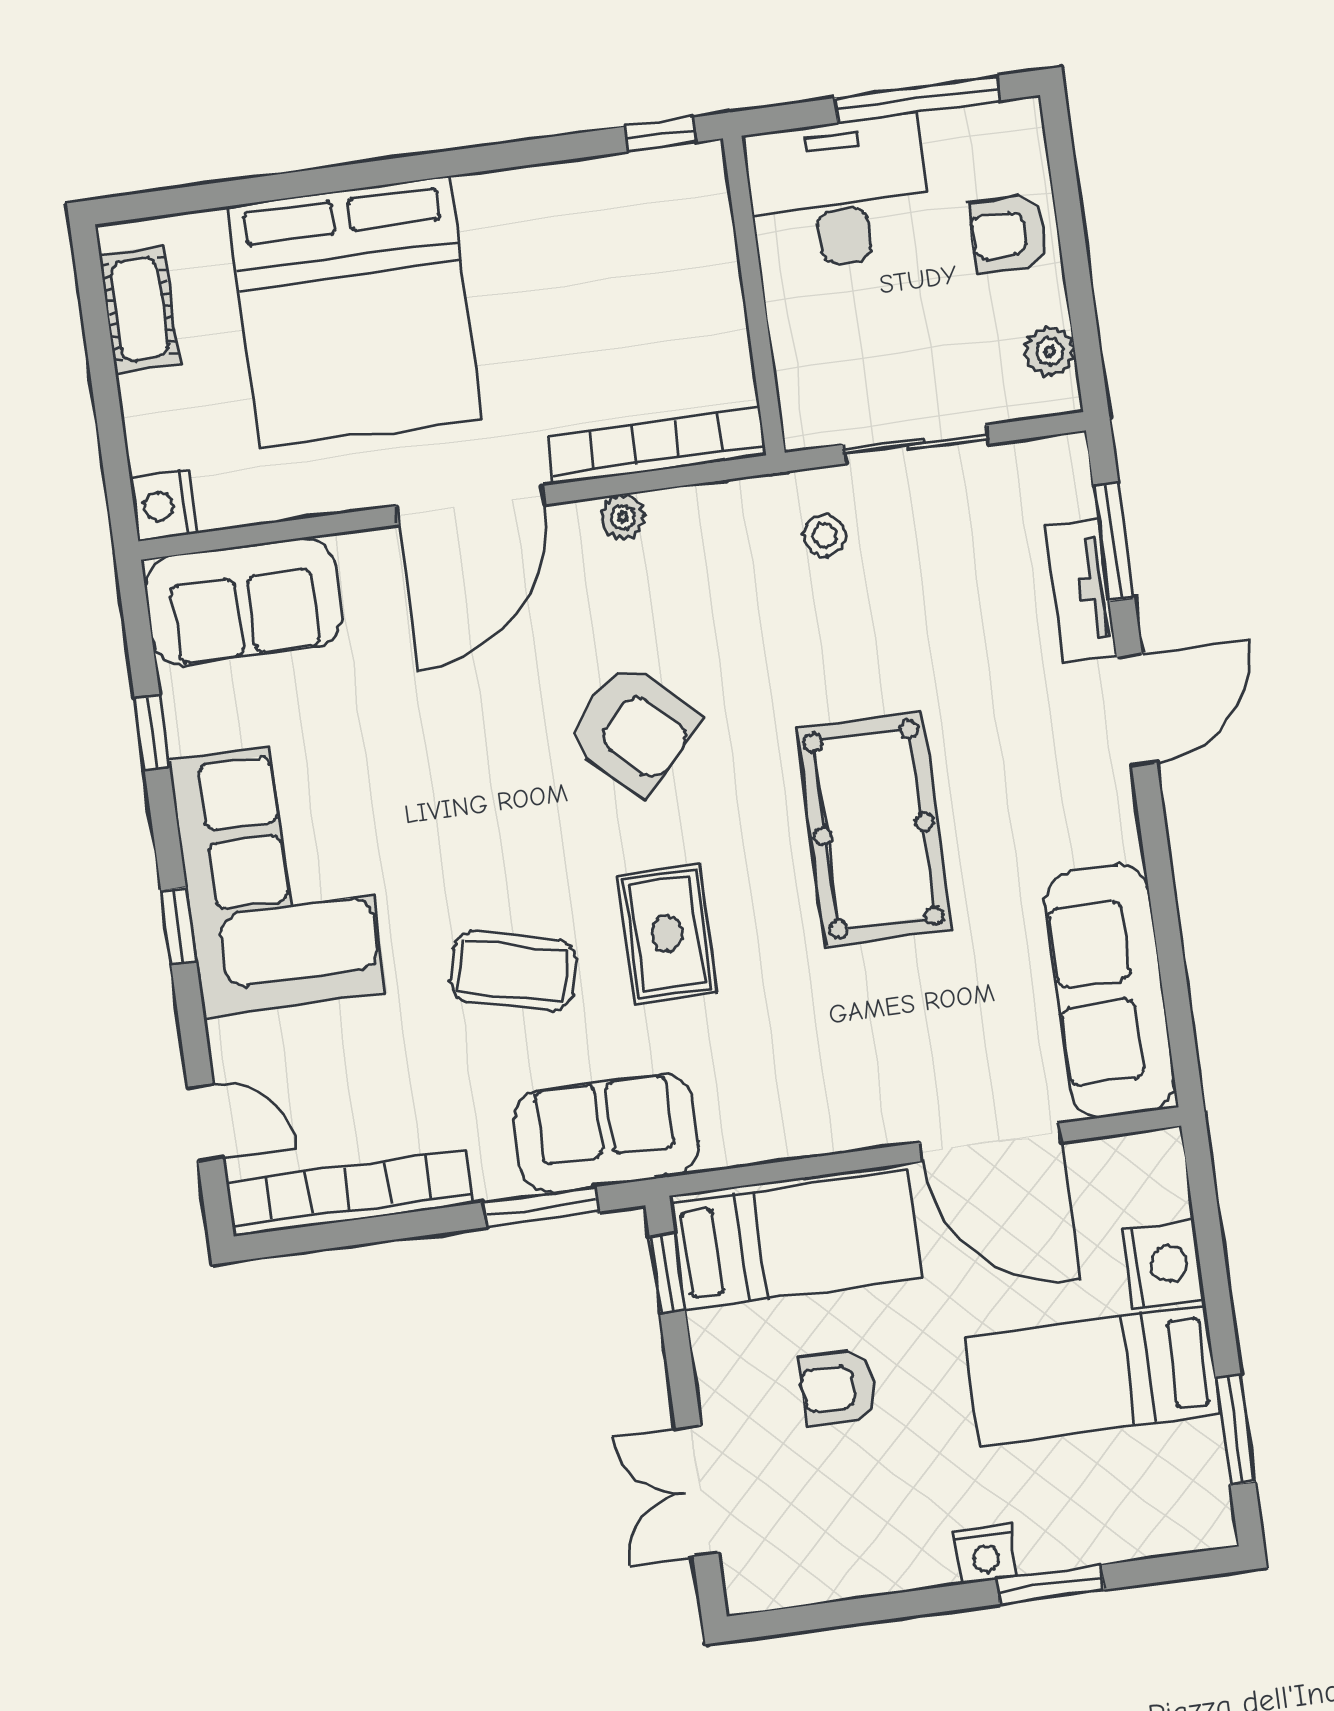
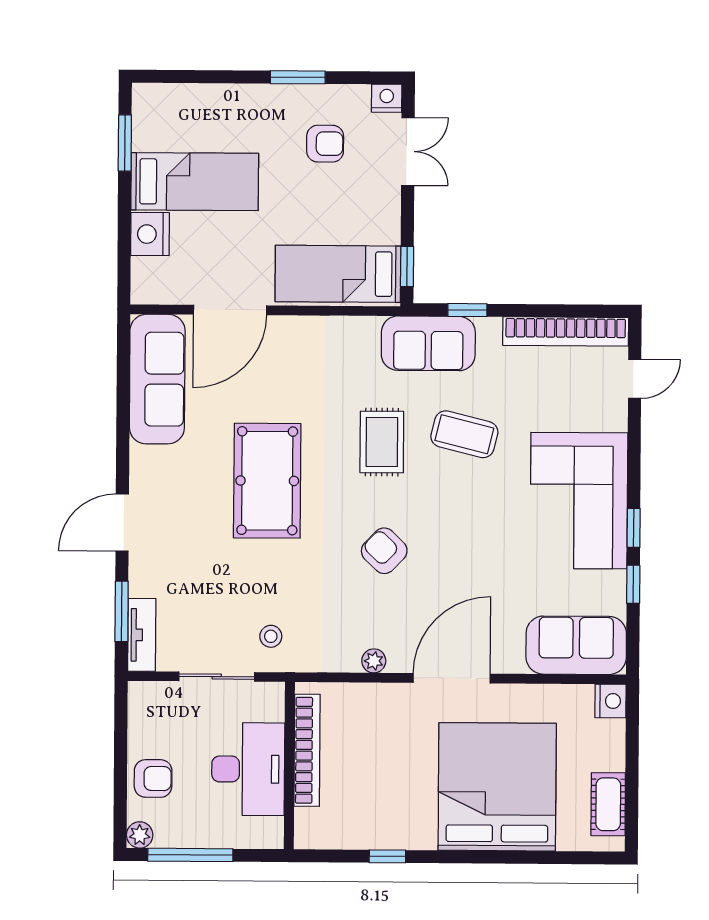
window: (660, 134) -> (387, 856), moved
desk: (839, 193) -> (248, 769), moved, turned -90
plant: (1050, 351) -> (140, 835), moved
bookcase: (657, 446) -> (307, 750), moved, turned -90
tv unit: (1081, 590) -> (142, 635), moved
armchair: (633, 728) -> (384, 551), width x0.72, depth x0.72
window: (179, 926) -> (634, 528), moved
door: (205, 1122) -> (635, 379), swing flipped
door: (991, 1142) -> (230, 310), swing flipped
window: (541, 1207) -> (467, 310), width x0.67
armchair: (838, 1388) -> (325, 144), moved
nightstand: (985, 1554) -> (387, 98), moved
window: (1050, 1585) -> (298, 77), moved

